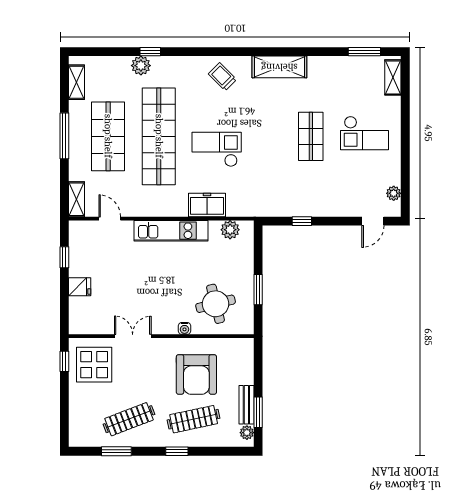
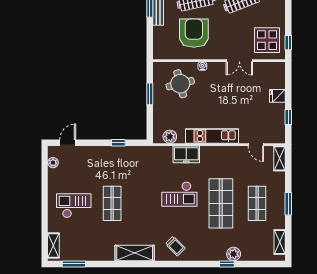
window: (64, 136) -> (288, 204), width x0.69
shop shelf: (108, 136) -> (257, 203), width x0.70, depth x0.74
shop shelf: (159, 136) -> (221, 203), width x0.71

